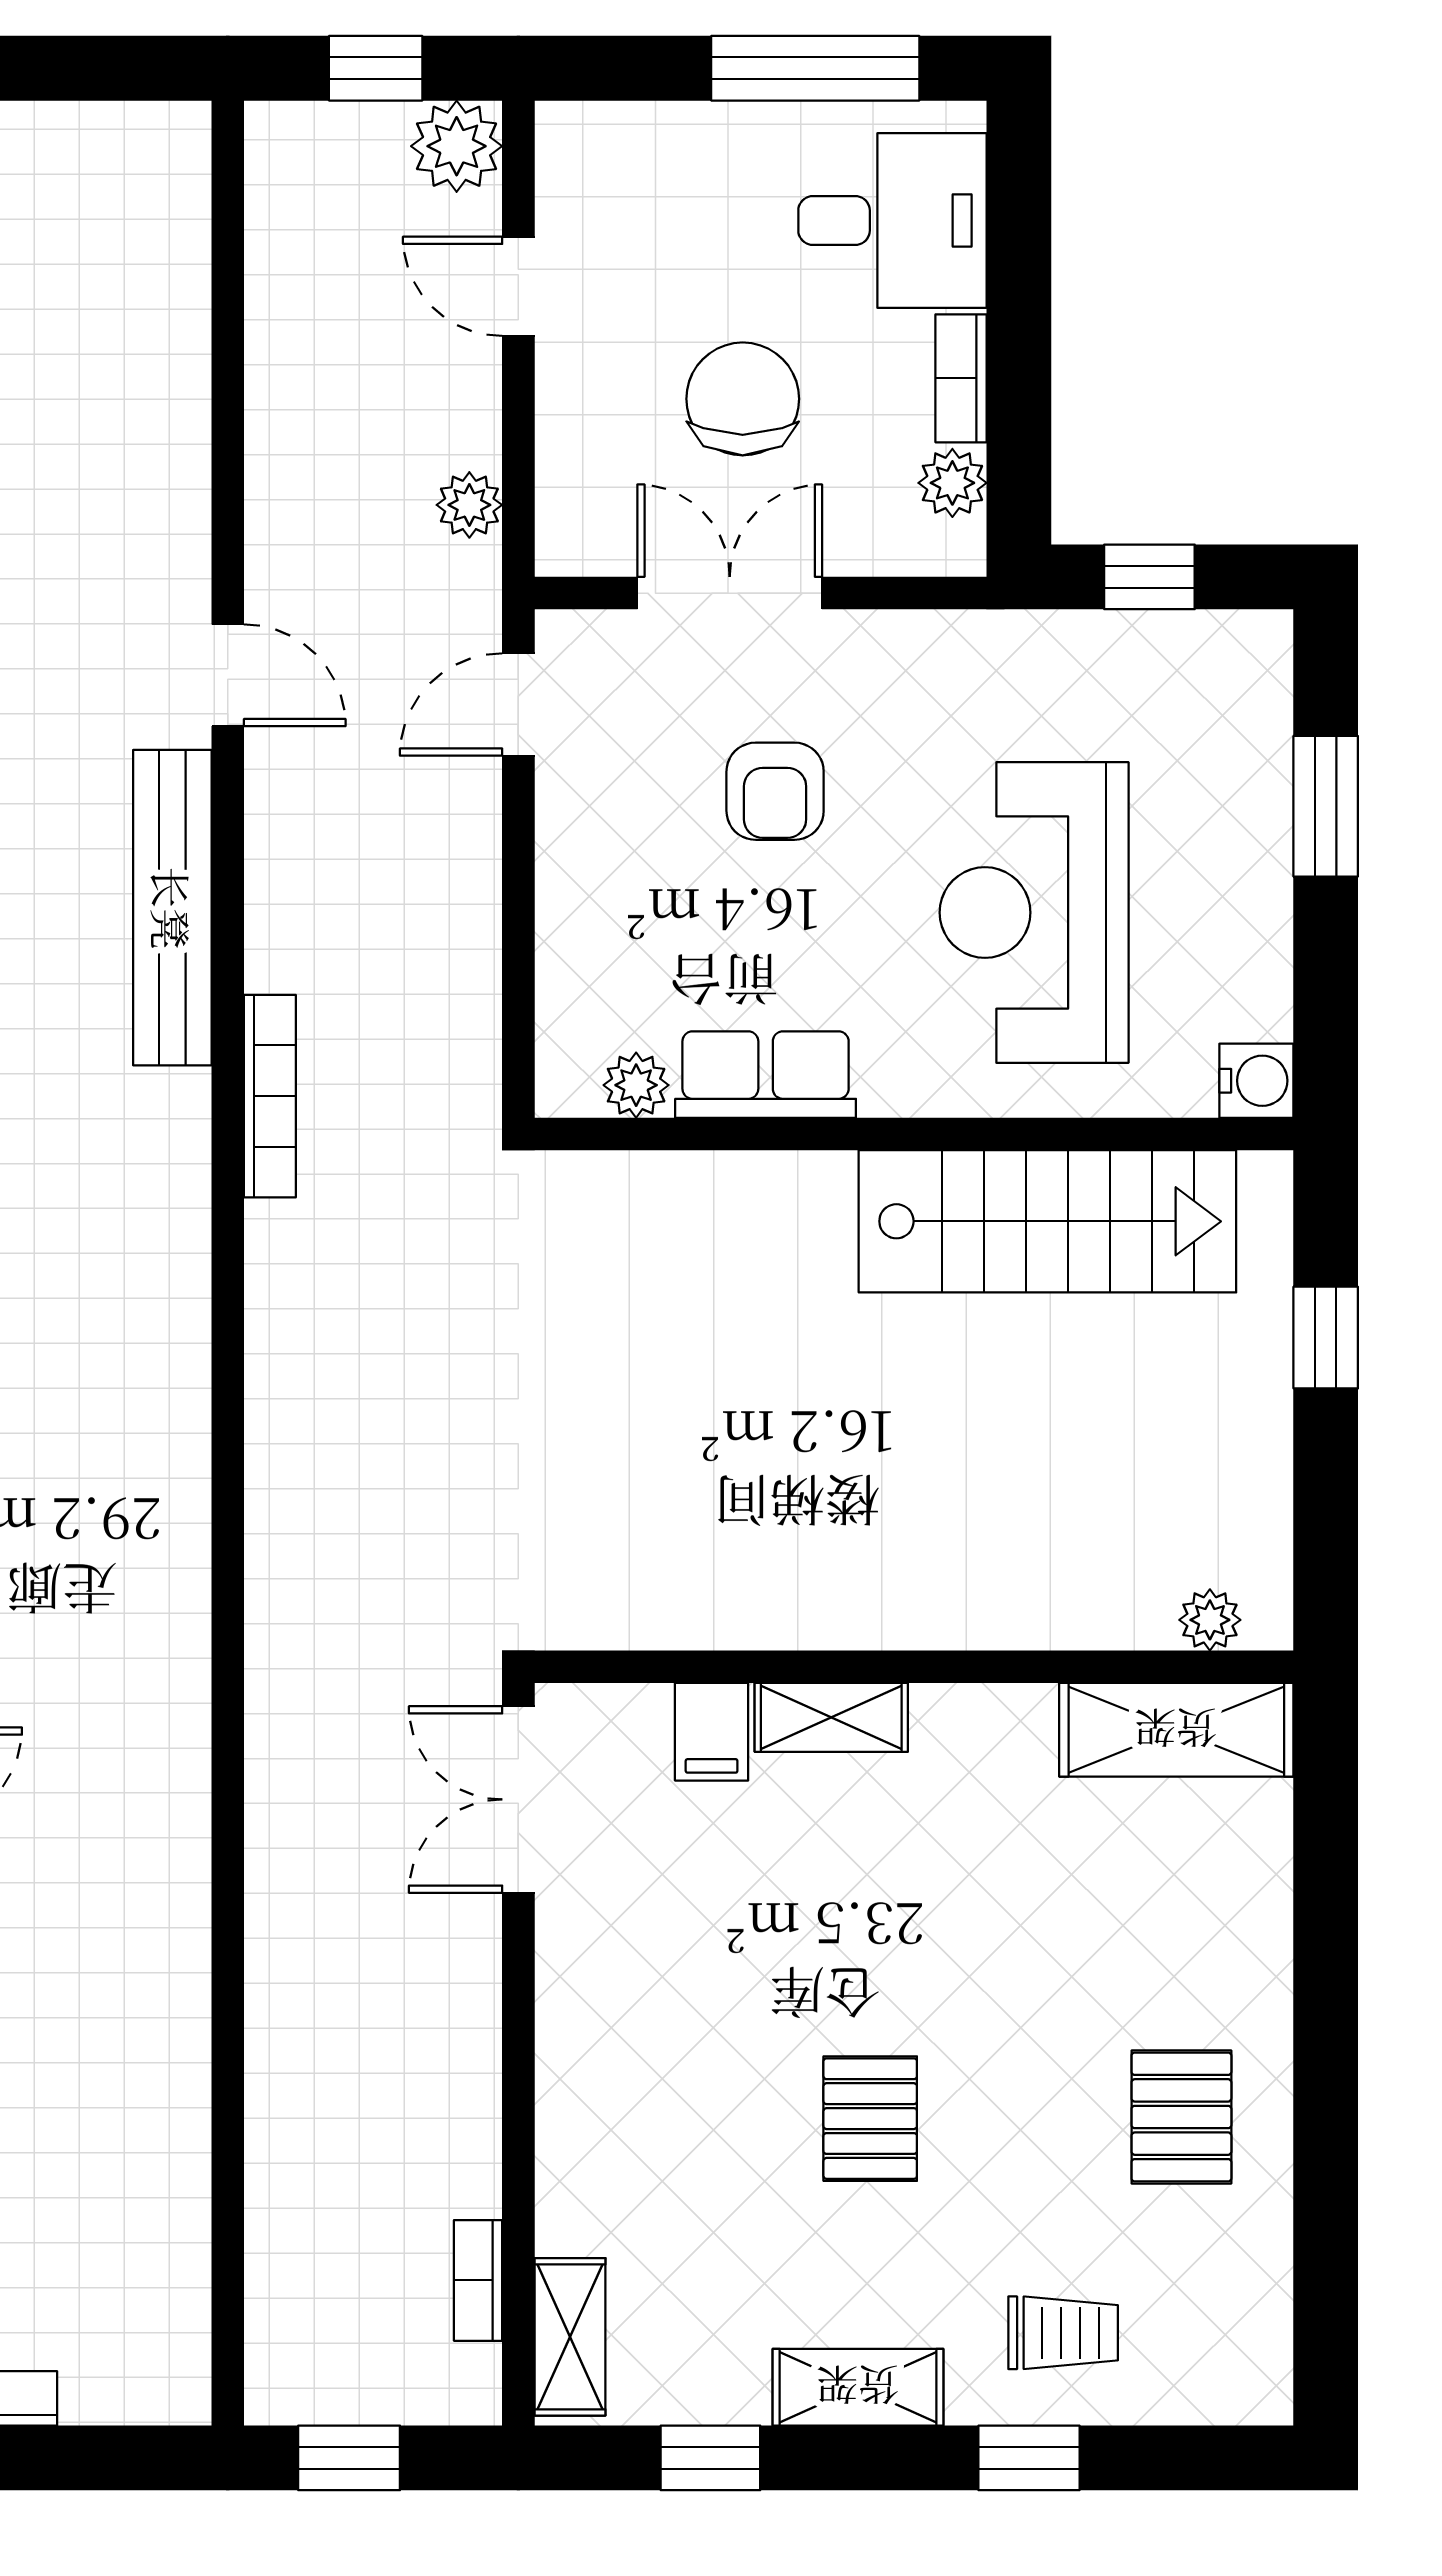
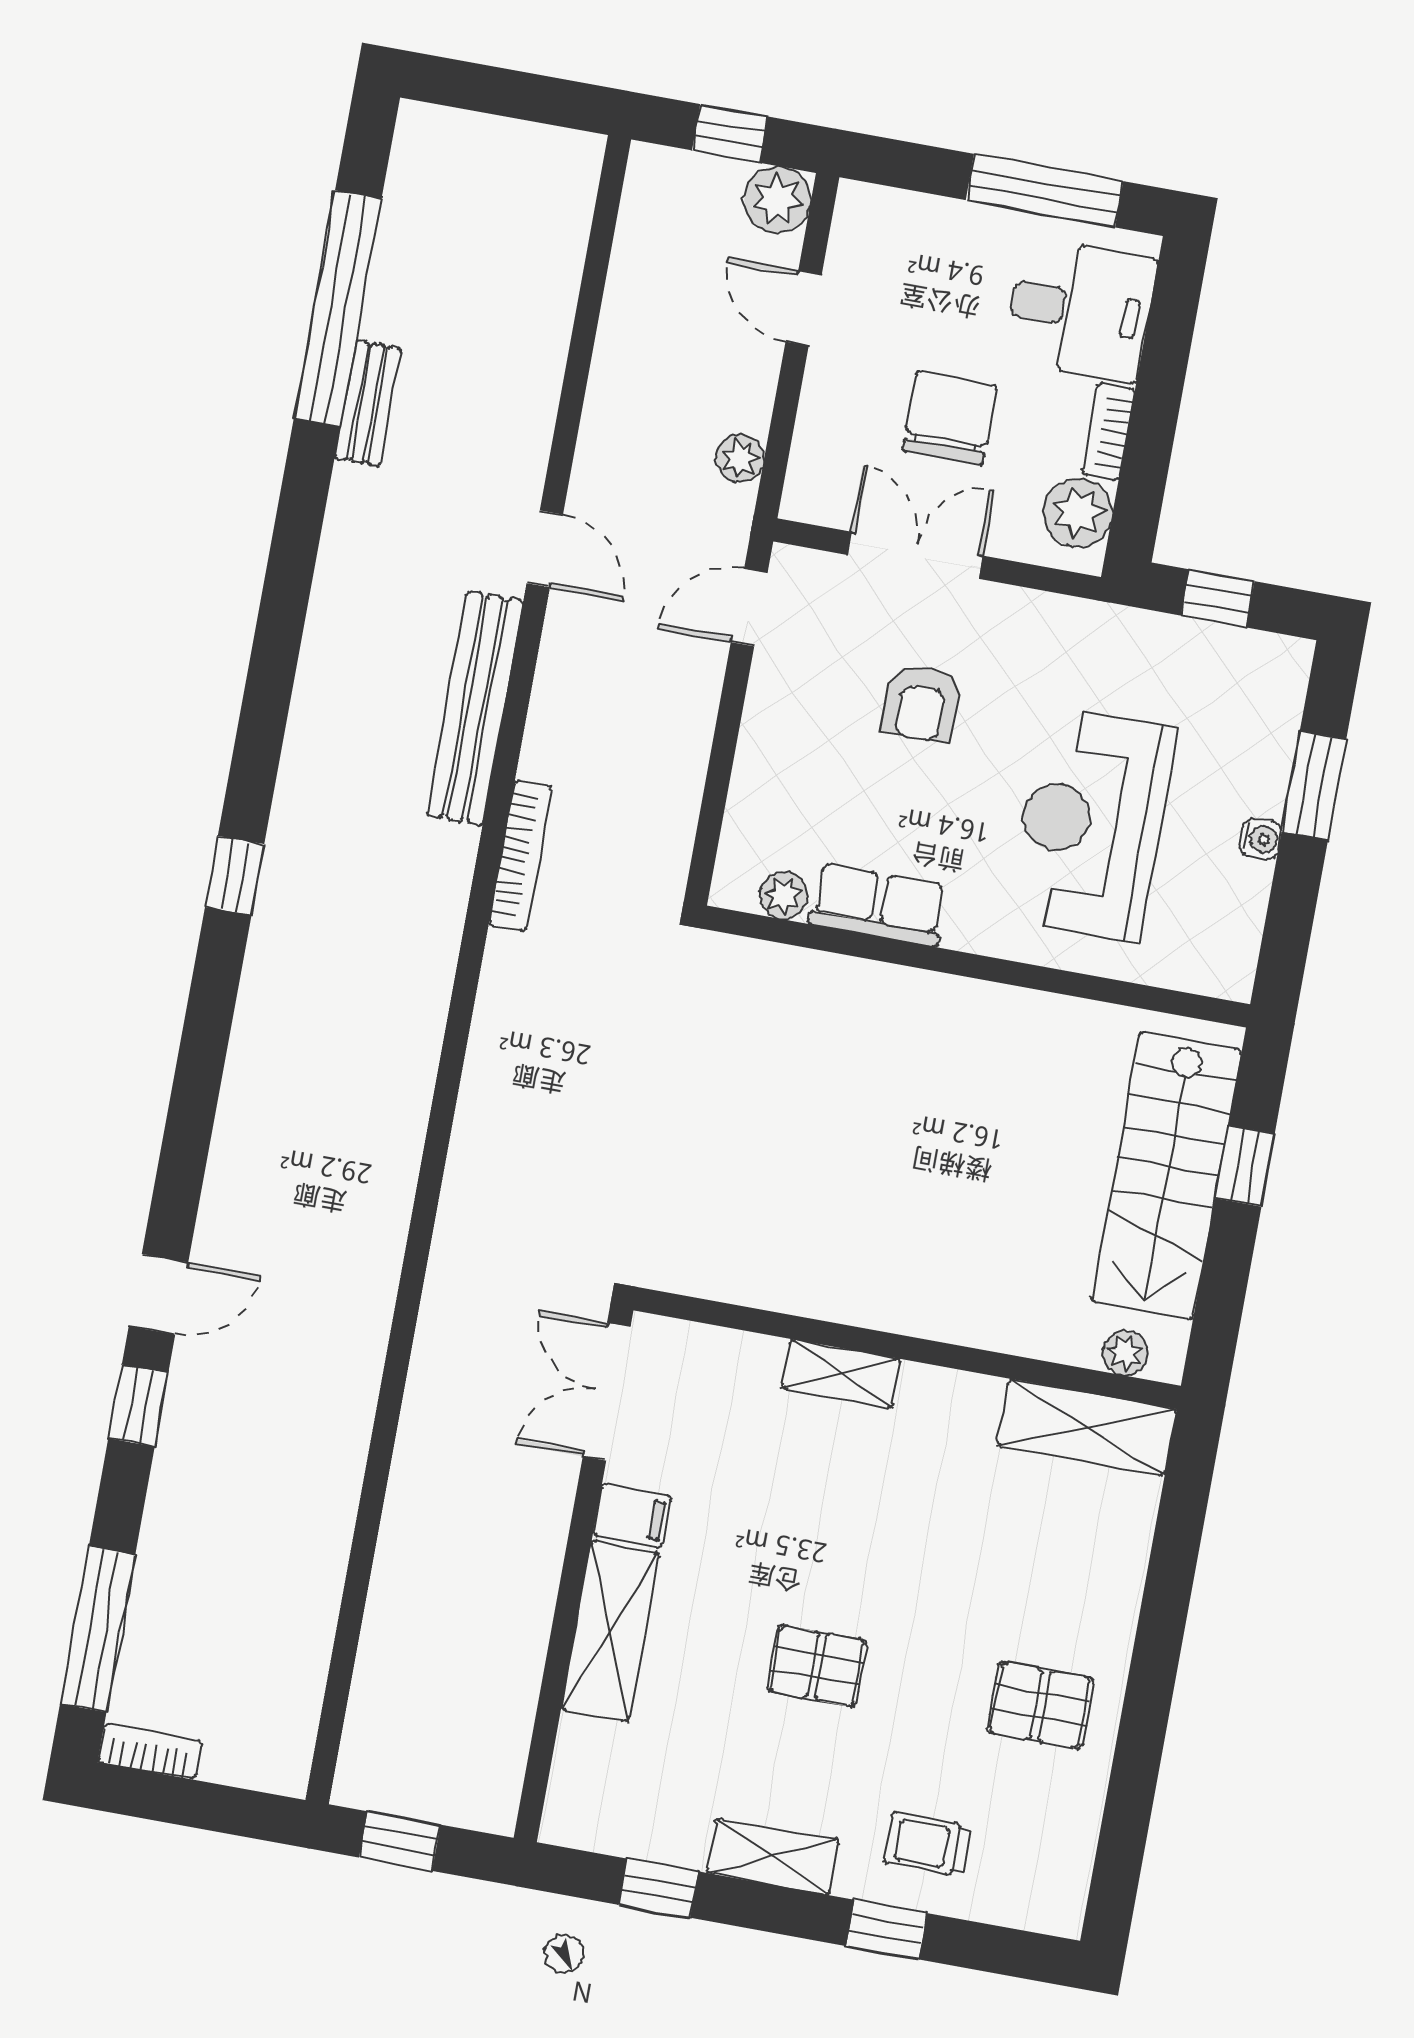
plant: (952, 483) -> (1078, 513), width x1.38, depth x1.38
water cooler: (1256, 1081) -> (1261, 839), moved, width x0.72, depth x0.72
stairs: (1047, 1221) -> (1166, 1176), moved, turned 90
filing cabinet: (712, 1732) -> (632, 1516), moved, turned -90
pallet: (1181, 2117) -> (1040, 1705), turned 90
pallet: (870, 2119) -> (817, 1666), turned 90
bookcase: (478, 2280) -> (515, 1731), removed
trolley: (1063, 2333) -> (927, 1844), turned 180
shelving: (570, 2337) -> (610, 1631), moved, width x1.50, depth x1.33

